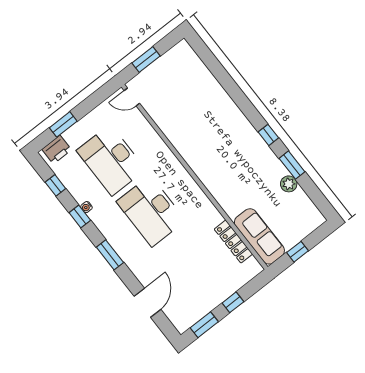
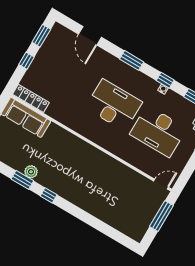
window: (146, 59) -> (161, 216), width x1.44
desk: (111, 160) -> (158, 131), turned 180
plant: (289, 184) -> (31, 172), moved
locker: (233, 242) -> (31, 98), moved

